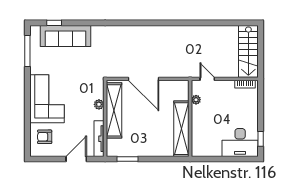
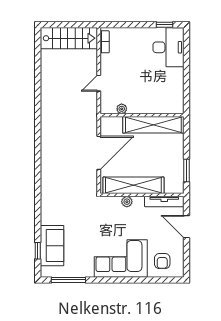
sofa: (66, 36) -> (52, 246), width x0.73
plant: (196, 100) -> (122, 109), moved
wall: (190, 118) -> (142, 115), moved
shelving: (181, 129) -> (153, 125), moved

